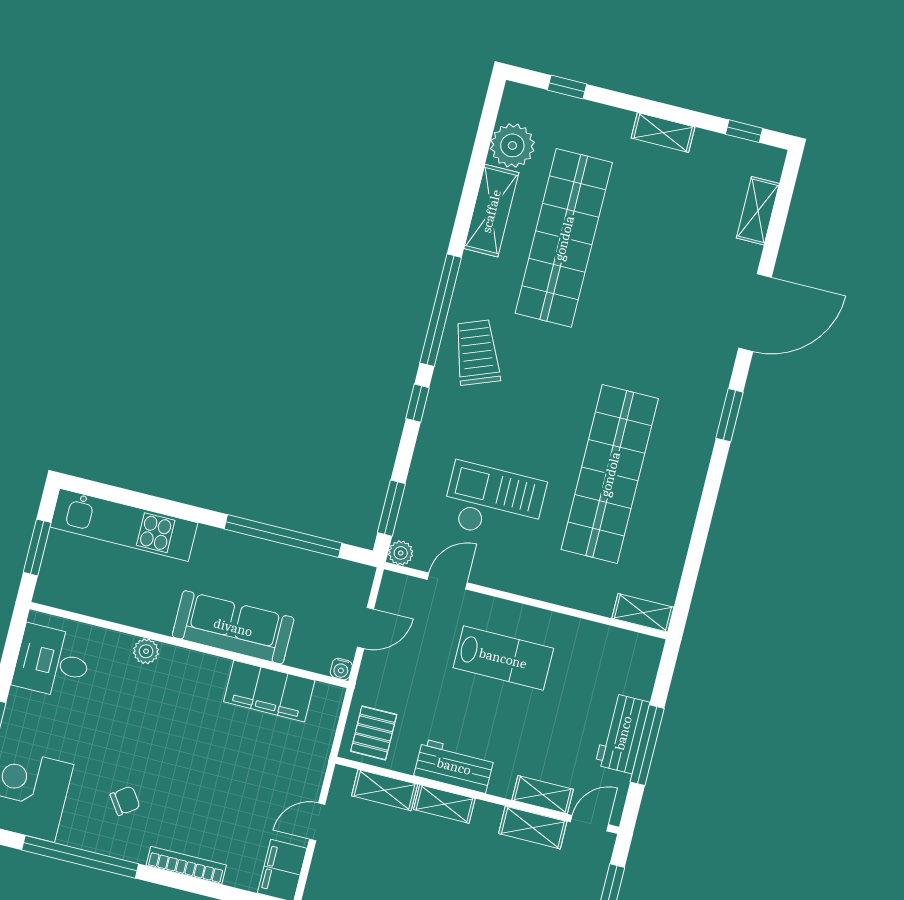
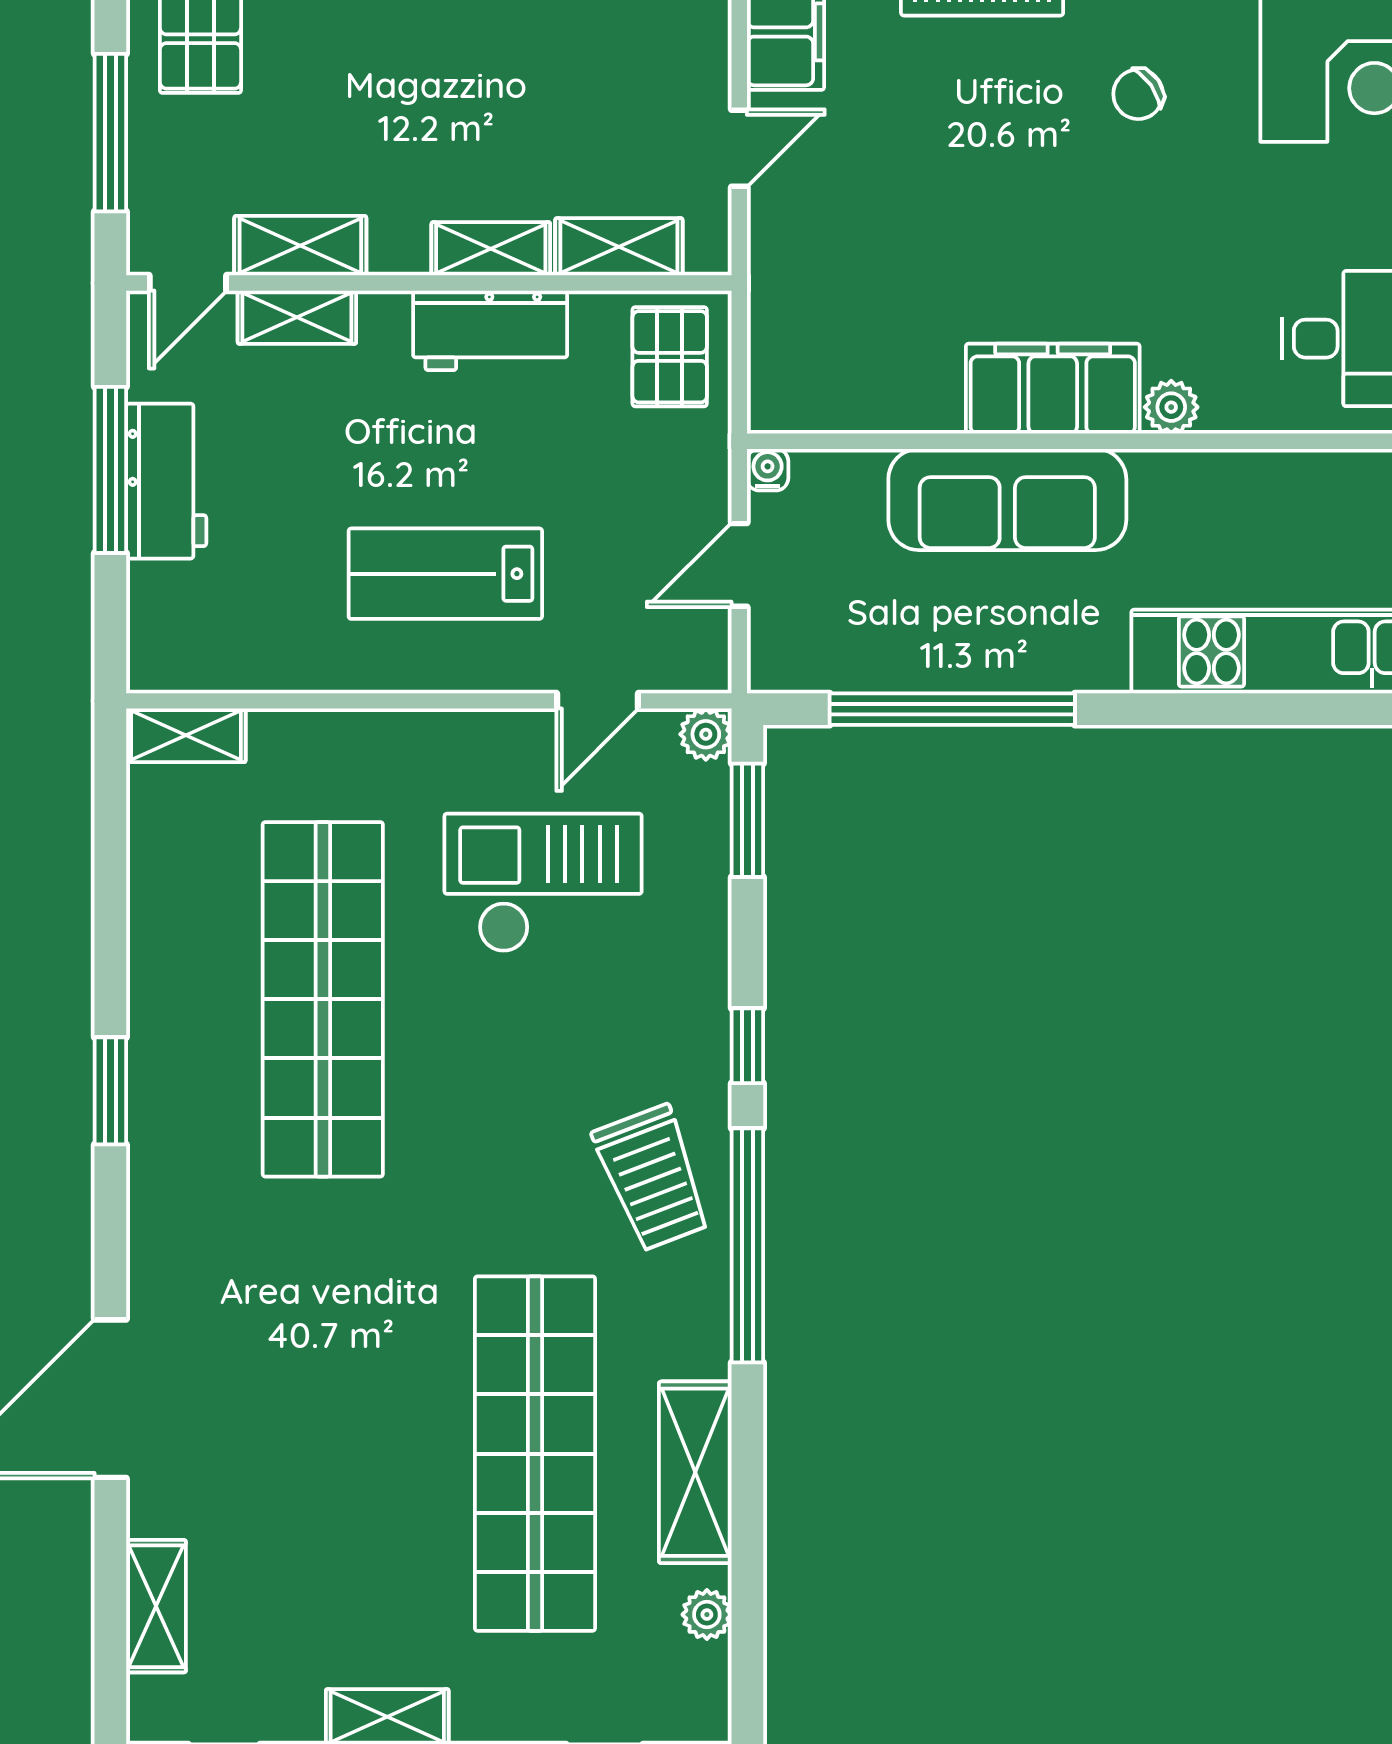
plant: (512, 145) -> (707, 1615), width x0.53, depth x0.53
window: (729, 415) -> (110, 1091), moved
checkout: (494, 503) -> (543, 883), turned 180
filing cabinet: (269, 691) -> (1053, 389), moved

